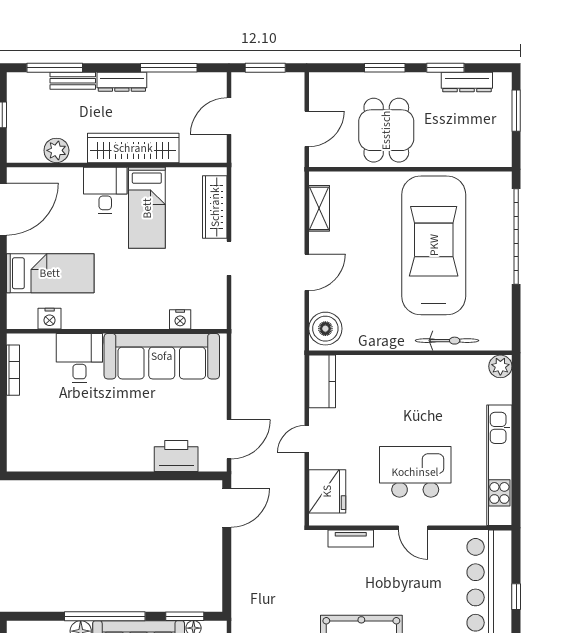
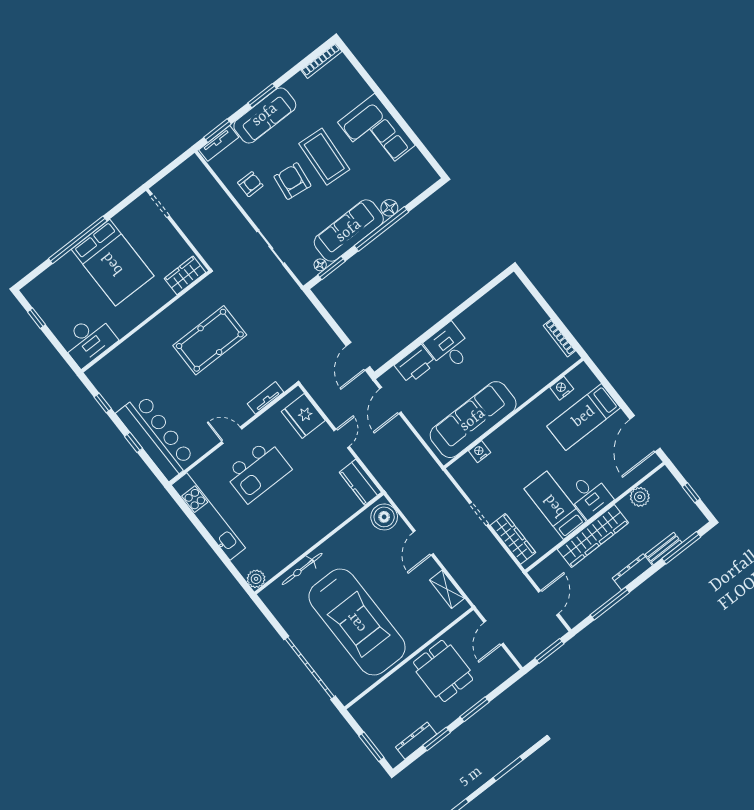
desk: (79, 358) -> (449, 347), moved, turned 180

